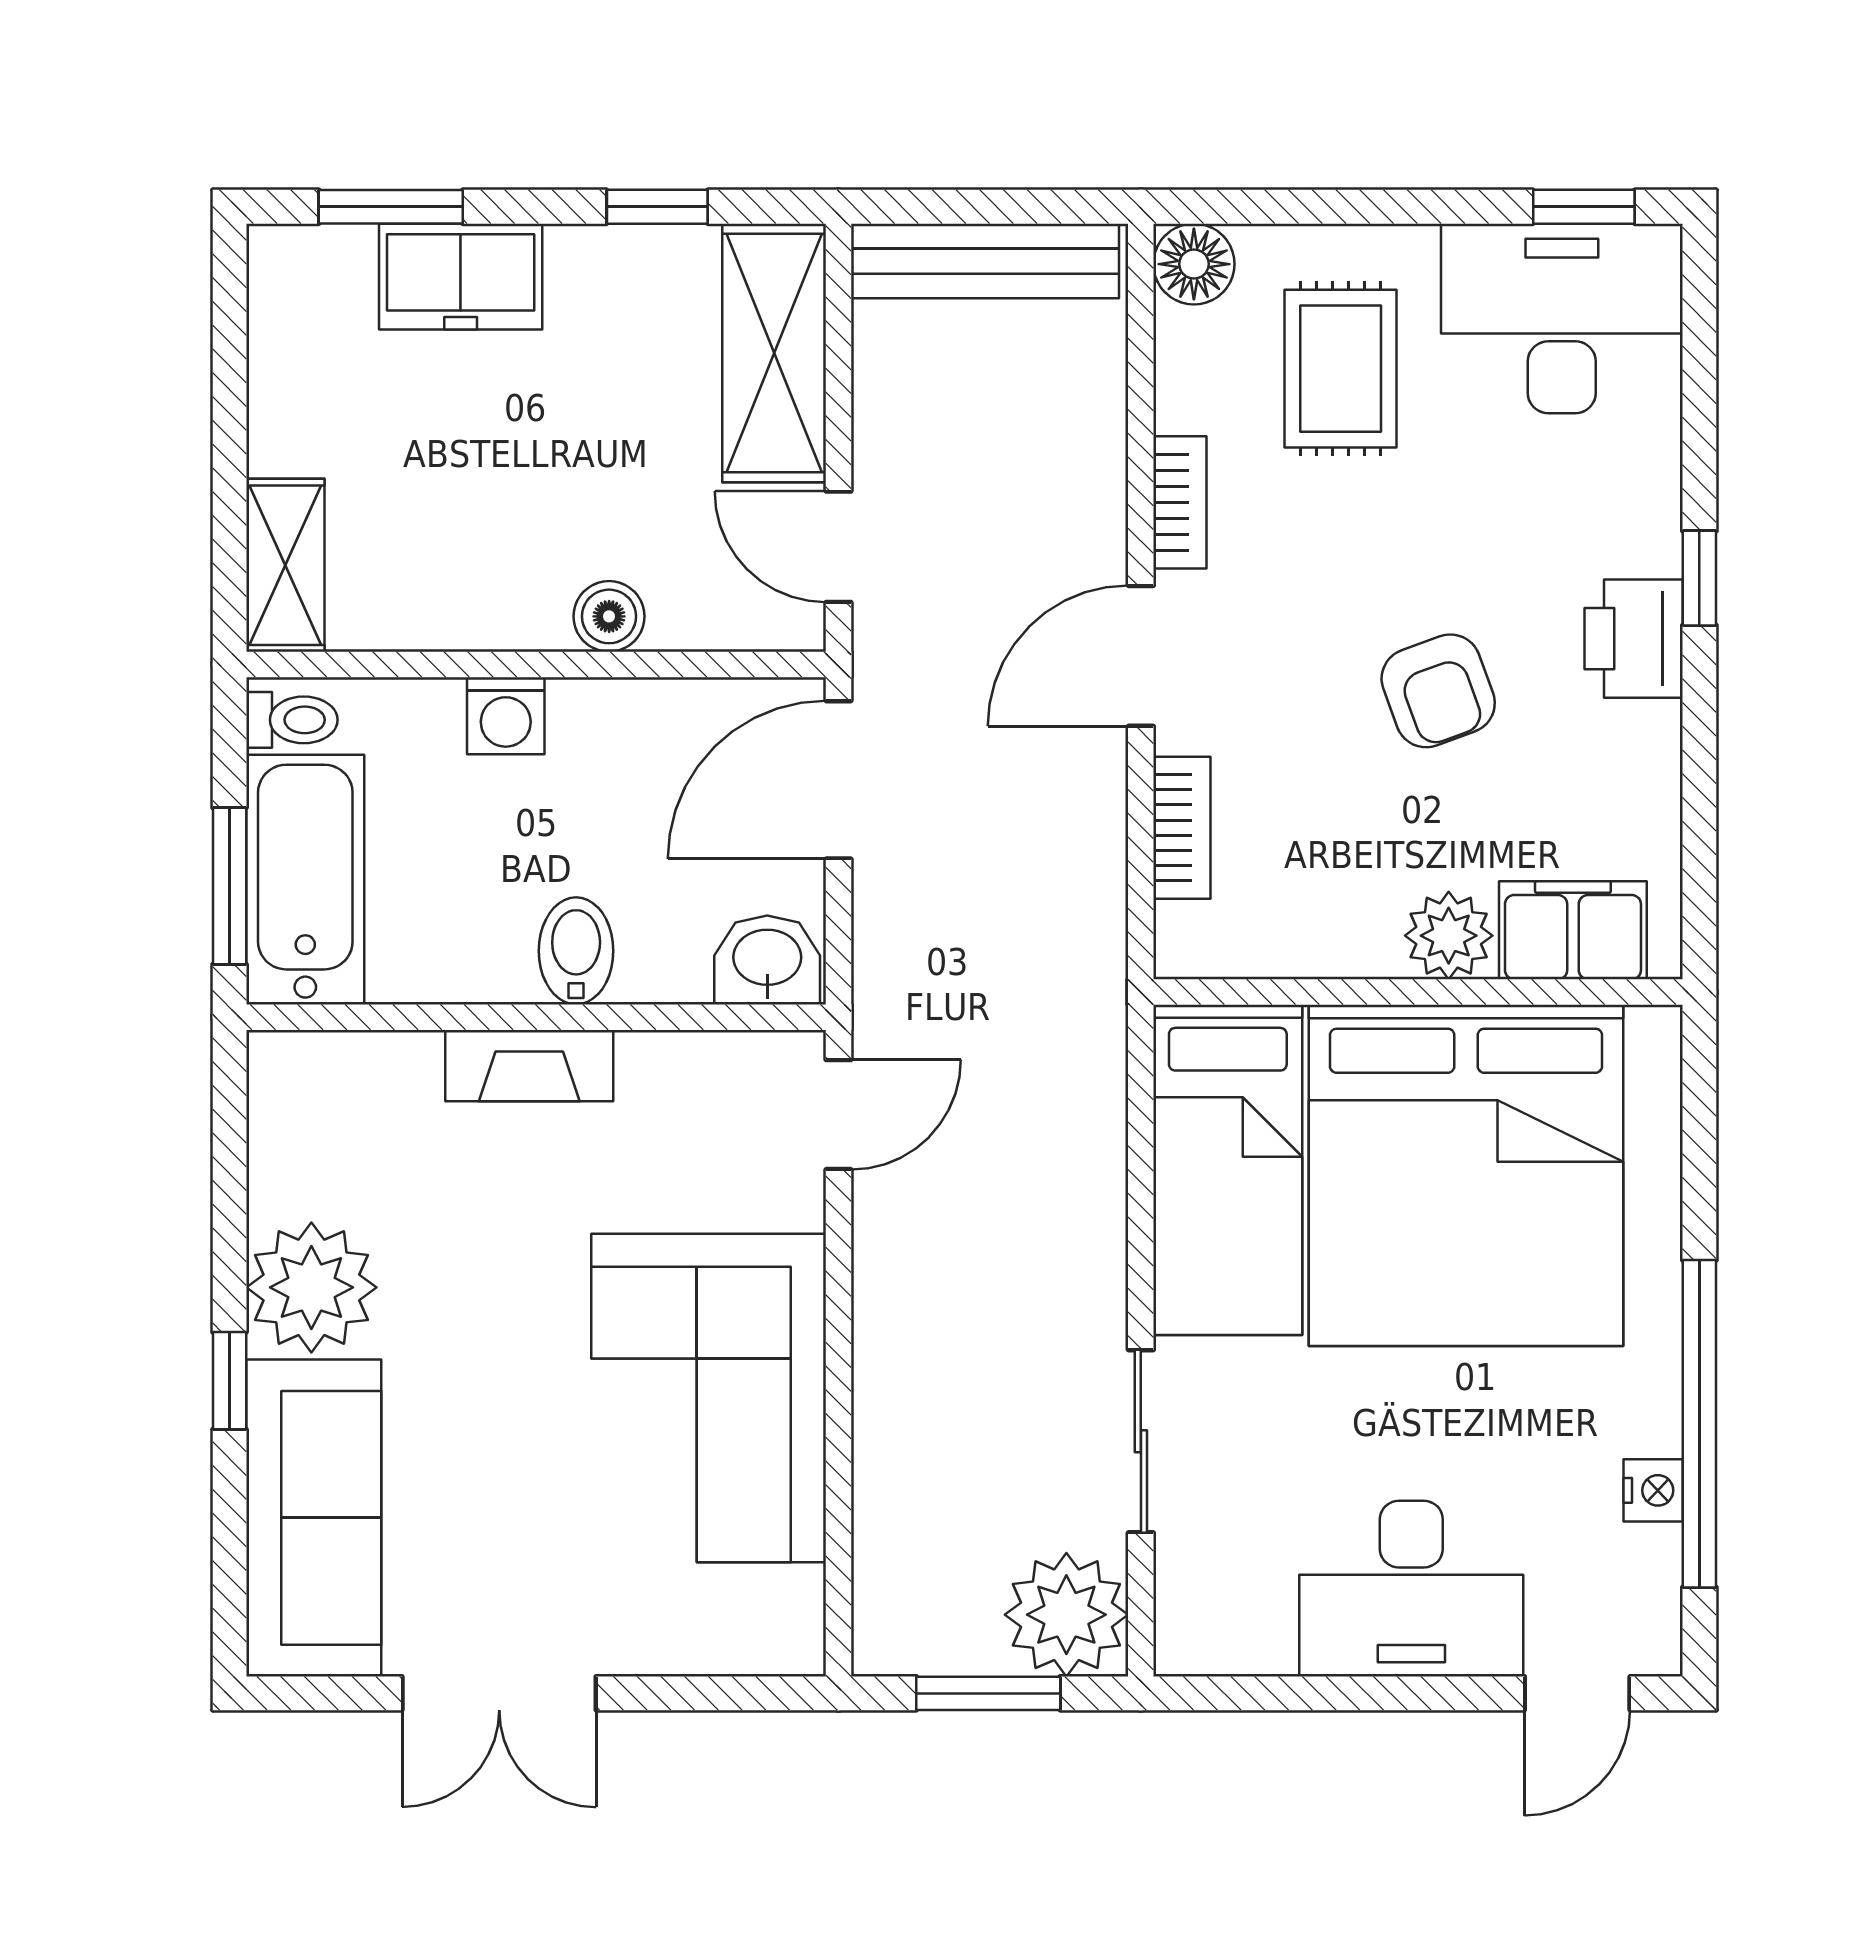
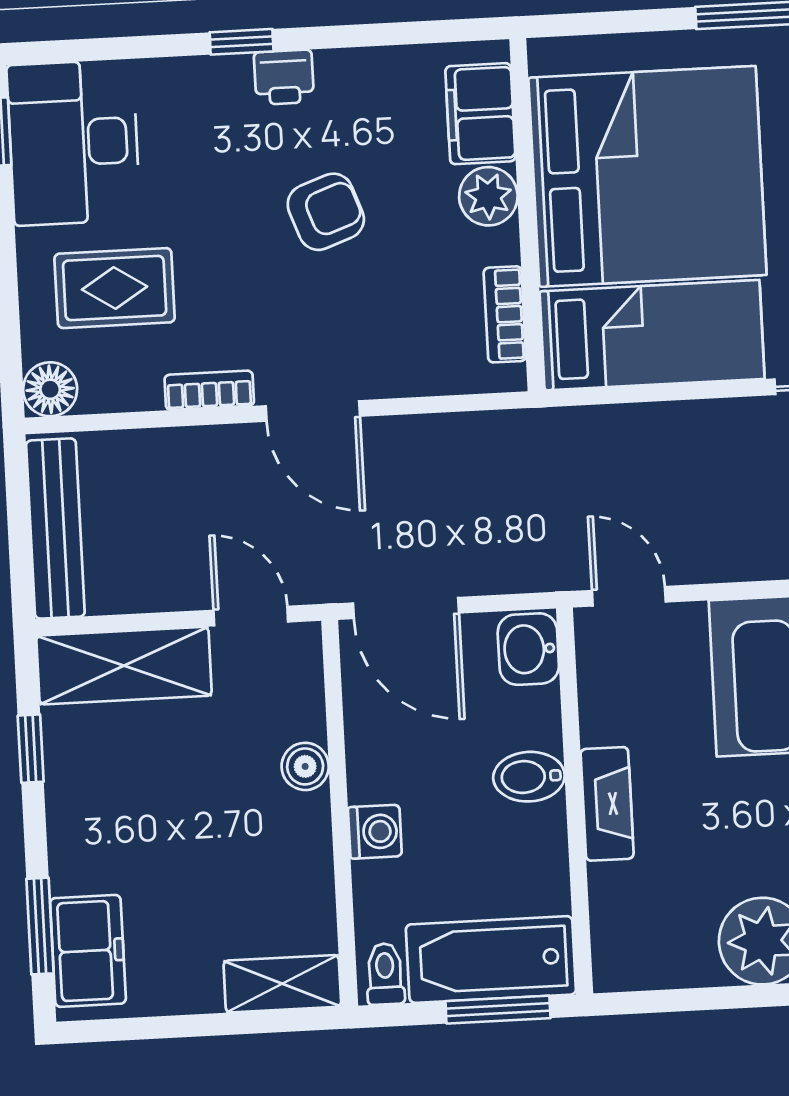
freezer: (461, 277) -> (88, 951), moved
door: (838, 547) -> (251, 616), swing flipped
printer: (1634, 639) -> (284, 77), width x0.73, depth x0.81
bookcase: (1182, 828) -> (505, 314), moved, turned -90

